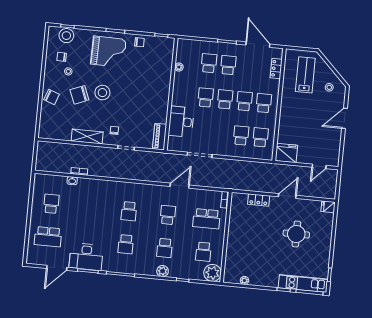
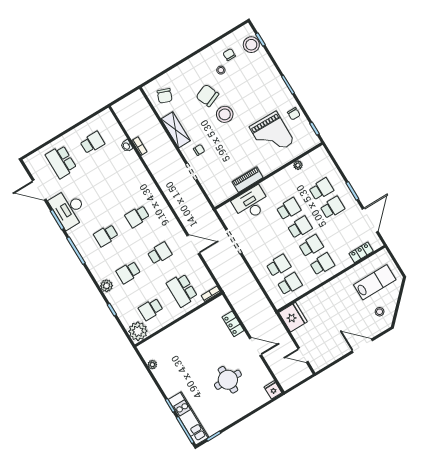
grand piano: (108, 52) -> (272, 134), moved
chair: (52, 97) -> (165, 96), moved
piano: (160, 137) -> (248, 180), moved

